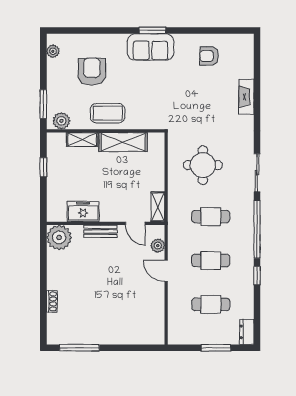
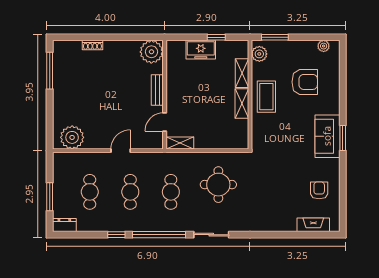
fireplace: (246, 97) -> (313, 225), moved
shelving: (123, 142) -> (242, 104), width x0.67, depth x0.75
freezer: (83, 211) -> (201, 50), moved, turned 90
plant: (158, 246) -> (72, 137), moved, width x1.88, depth x1.88

